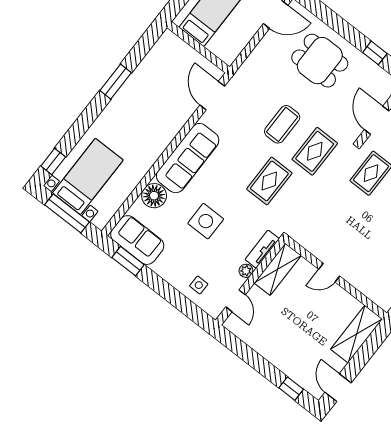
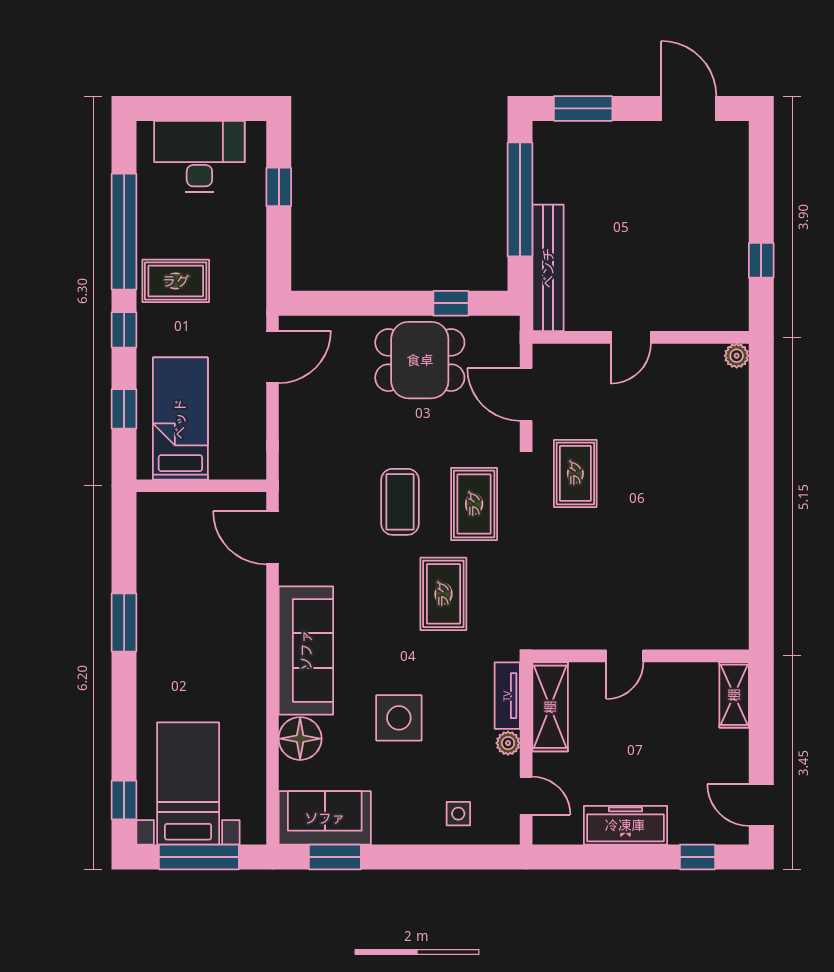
dining table: (320, 61) -> (420, 360), moved
shelving: (357, 334) -> (734, 695), width x0.67, depth x0.75
freezer: (270, 349) -> (625, 825), added

